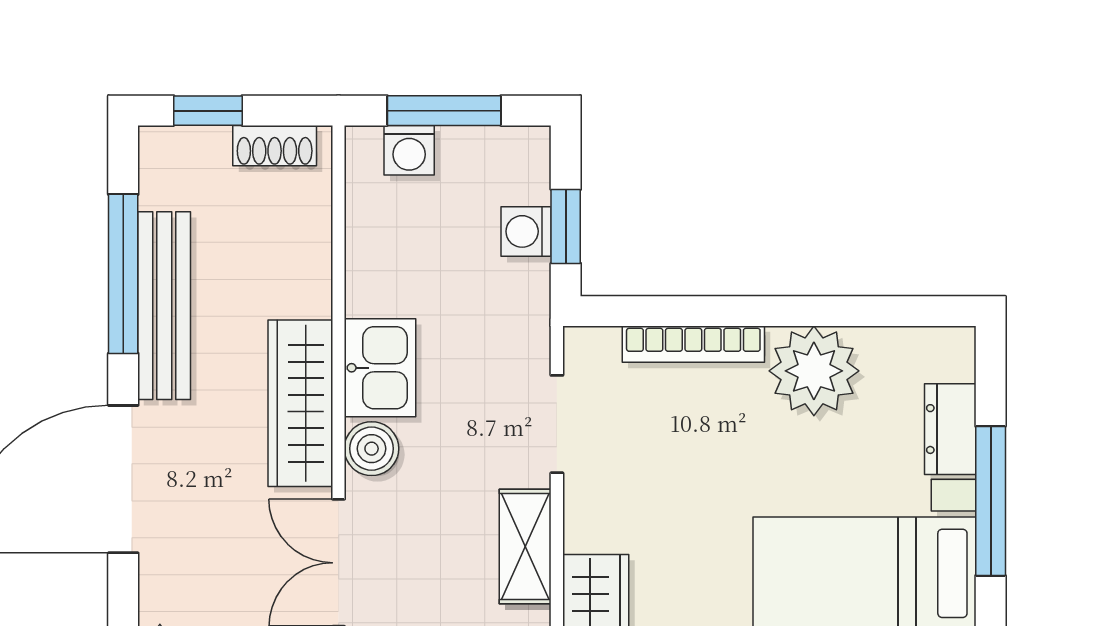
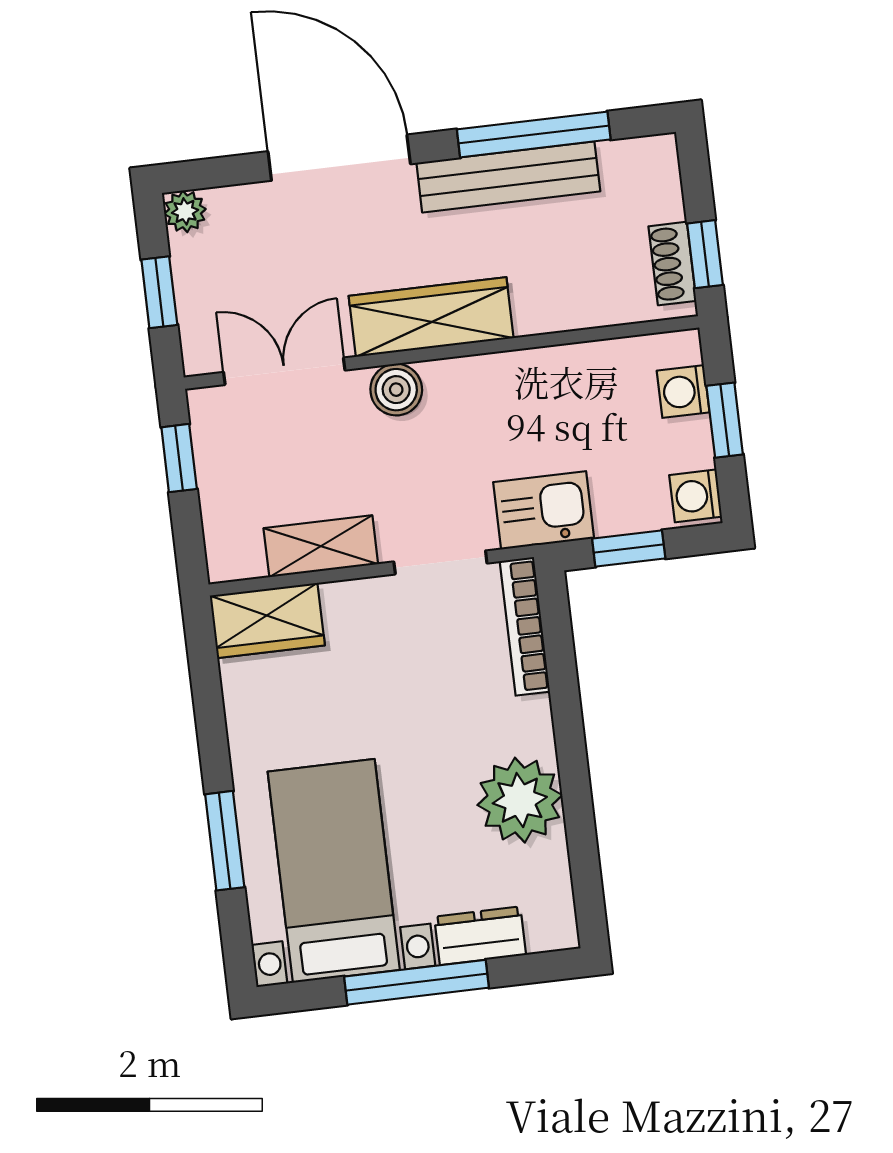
window: (208, 111) -> (705, 254), moved
window: (444, 111) -> (725, 420), width x0.67
washing machine: (526, 231) -> (696, 496), moved, turned -90
bookcase: (693, 344) -> (525, 626), moved
kitchen sink: (380, 368) -> (544, 510), moved, turned 180

